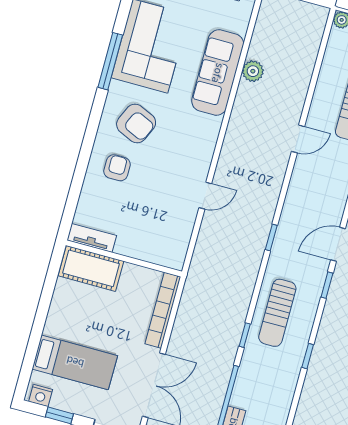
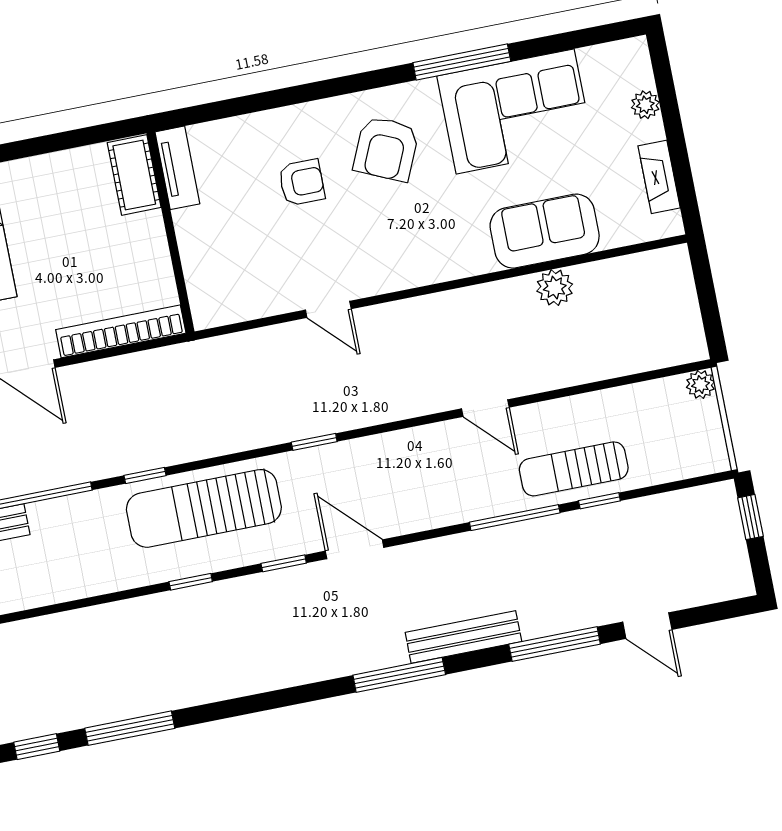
sofa: (218, 73) -> (545, 231), width x0.73
armchair: (117, 168) -> (302, 182), moved
cot: (91, 268) -> (134, 175), width x0.73, depth x0.75
sun lounger: (277, 313) -> (204, 508), width x1.36, depth x1.34
window: (308, 356) -> (191, 582), moved

